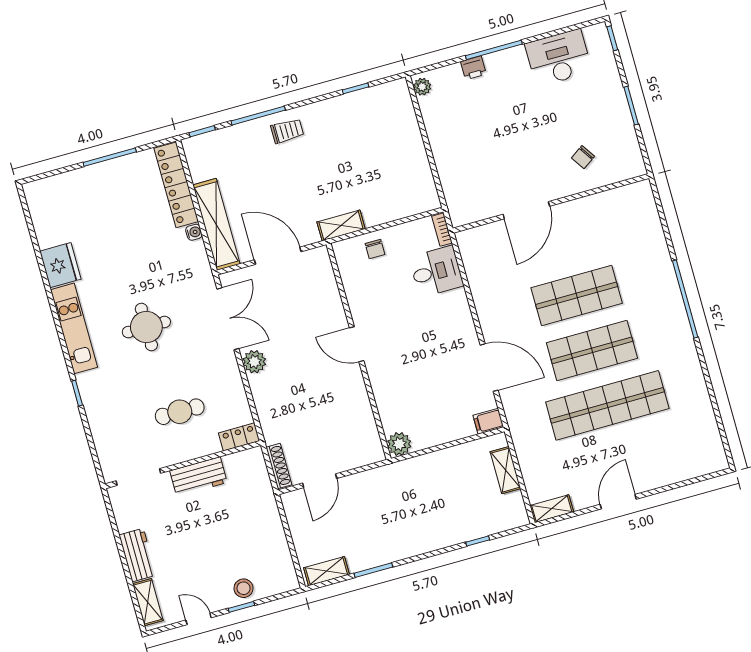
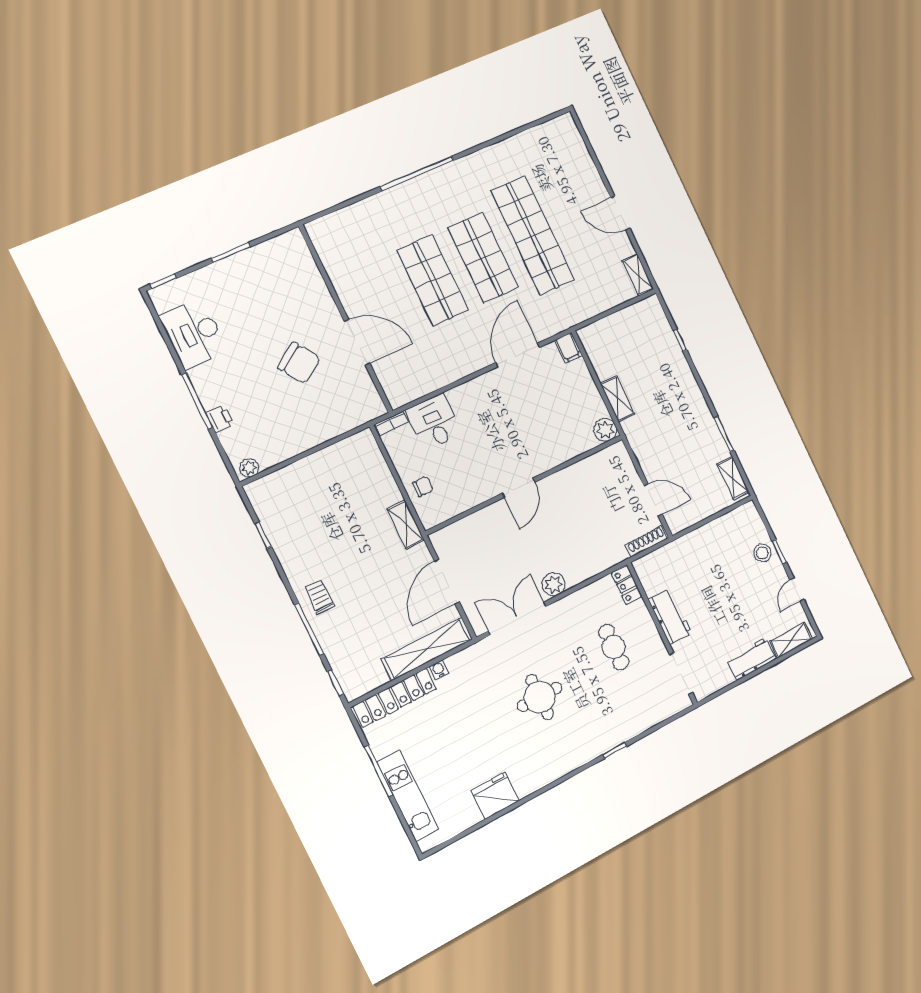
chair: (583, 157) -> (299, 363), moved, width x1.87, depth x1.87
kitchen unit: (74, 328) -> (408, 796), moved, turned 90
shelving: (505, 470) -> (617, 399), moved, turned 90

